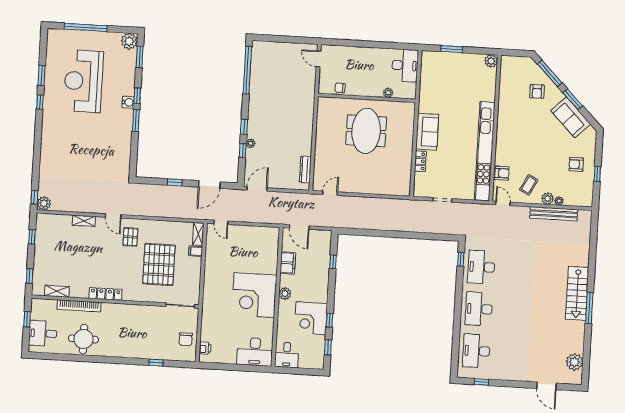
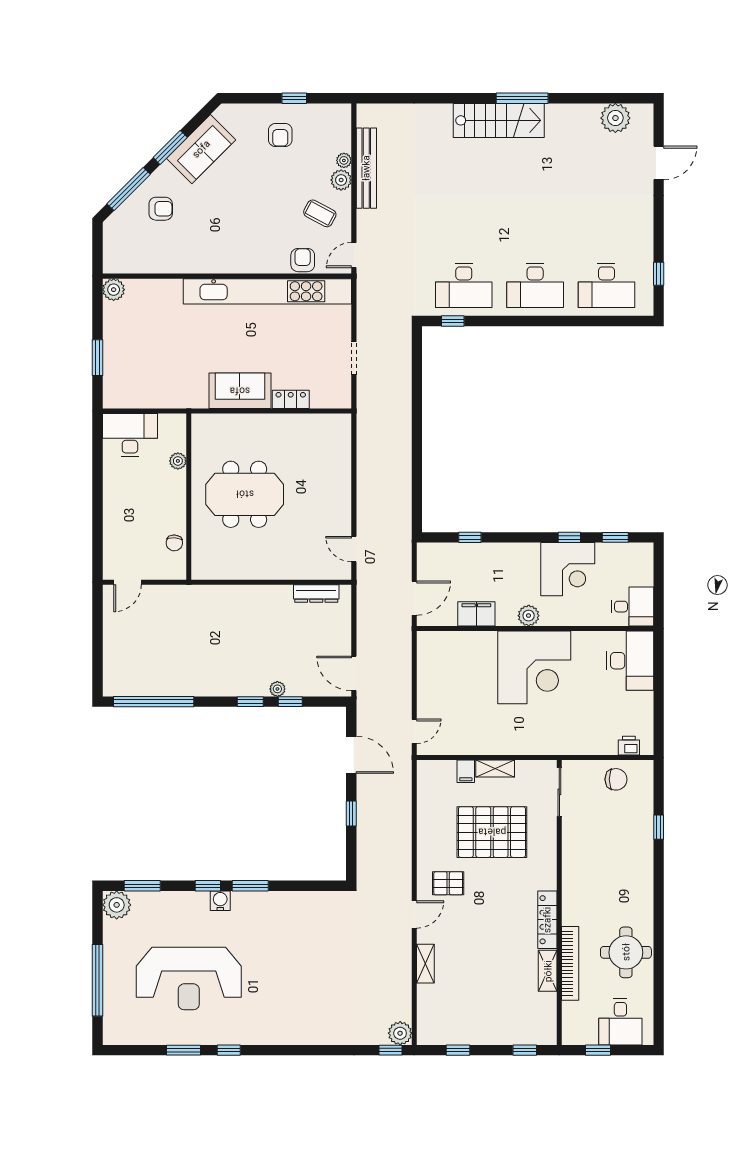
shelving: (198, 234) -> (495, 769), moved
shelving: (57, 291) -> (548, 971), moved

